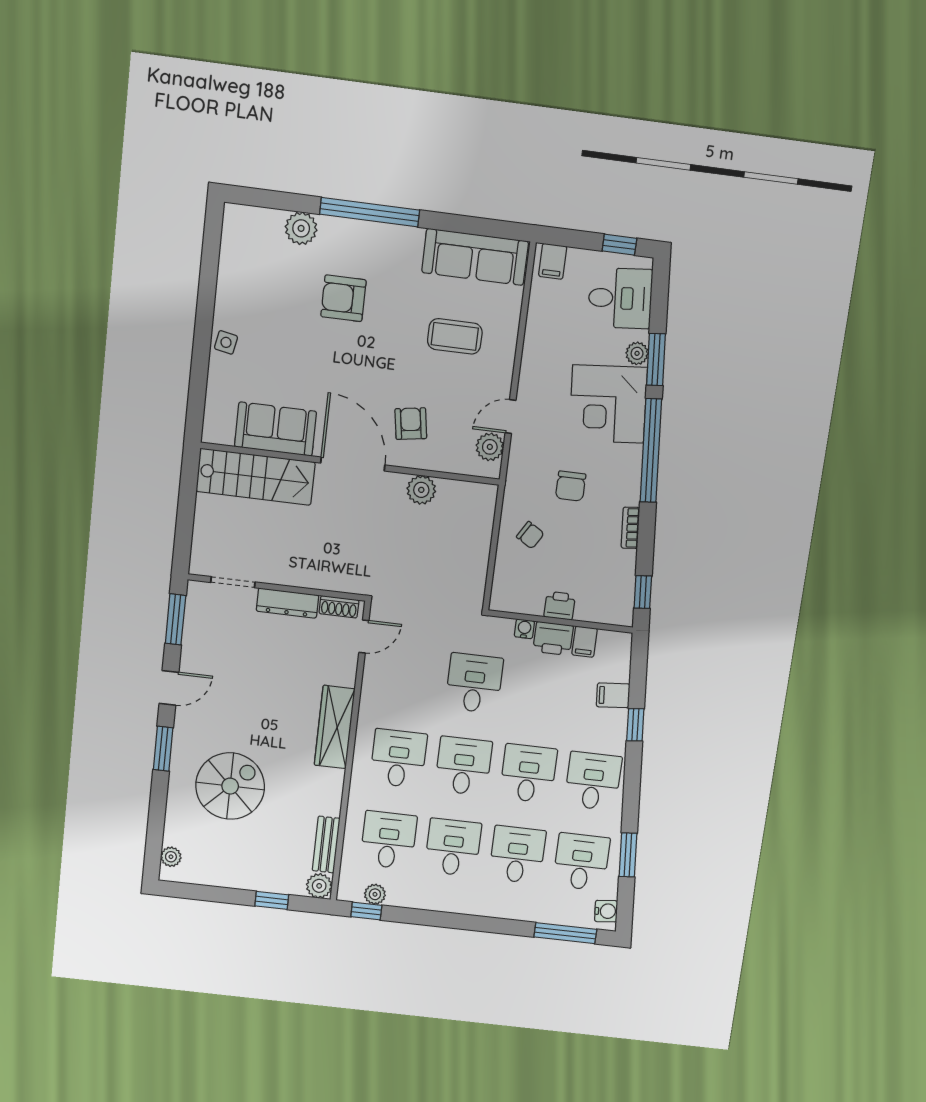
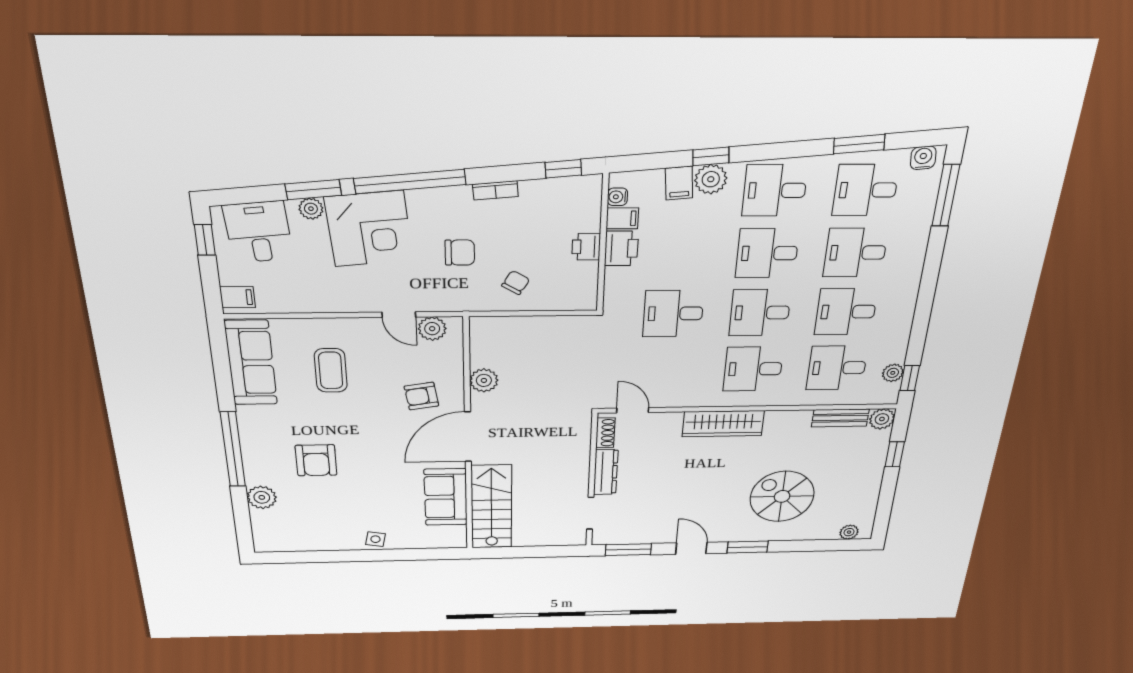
water cooler: (524, 629) -> (617, 197), moved
plant: (613, 724) -> (711, 179), added

